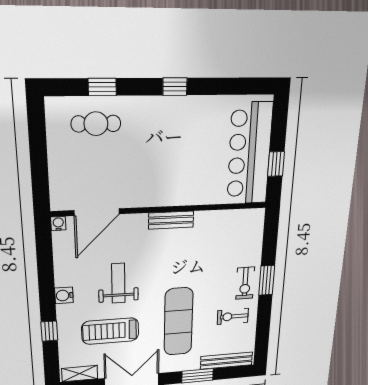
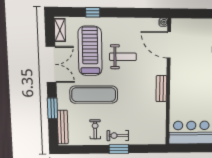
window: (276, 164) -> (191, 148), removed
water cooler: (64, 295) -> (117, 23), removed
treadmill: (110, 331) -> (90, 51), width x1.37, depth x1.38

